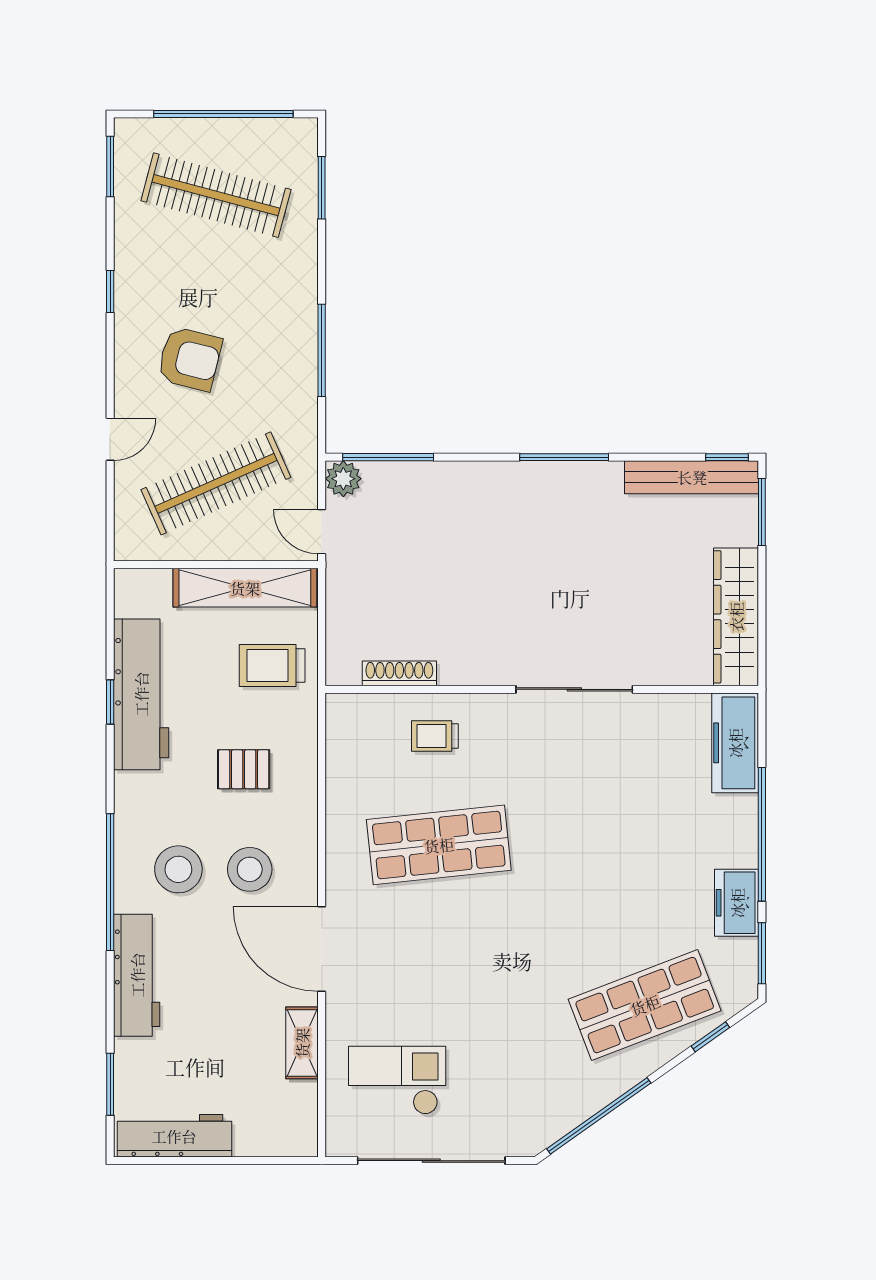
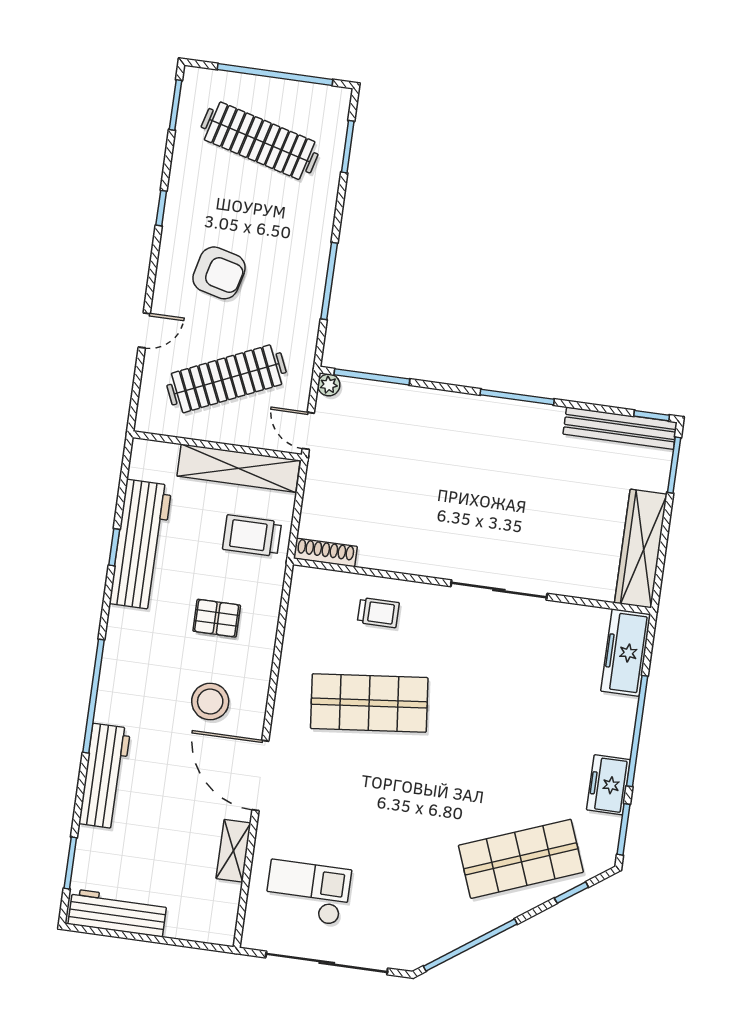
plant: (343, 479) -> (329, 385), width x0.73, depth x0.73
shoe rack: (399, 673) -> (325, 552), moved
trolley: (435, 736) -> (378, 613), turned 180
stool: (178, 869) -> (151, 693), removed

